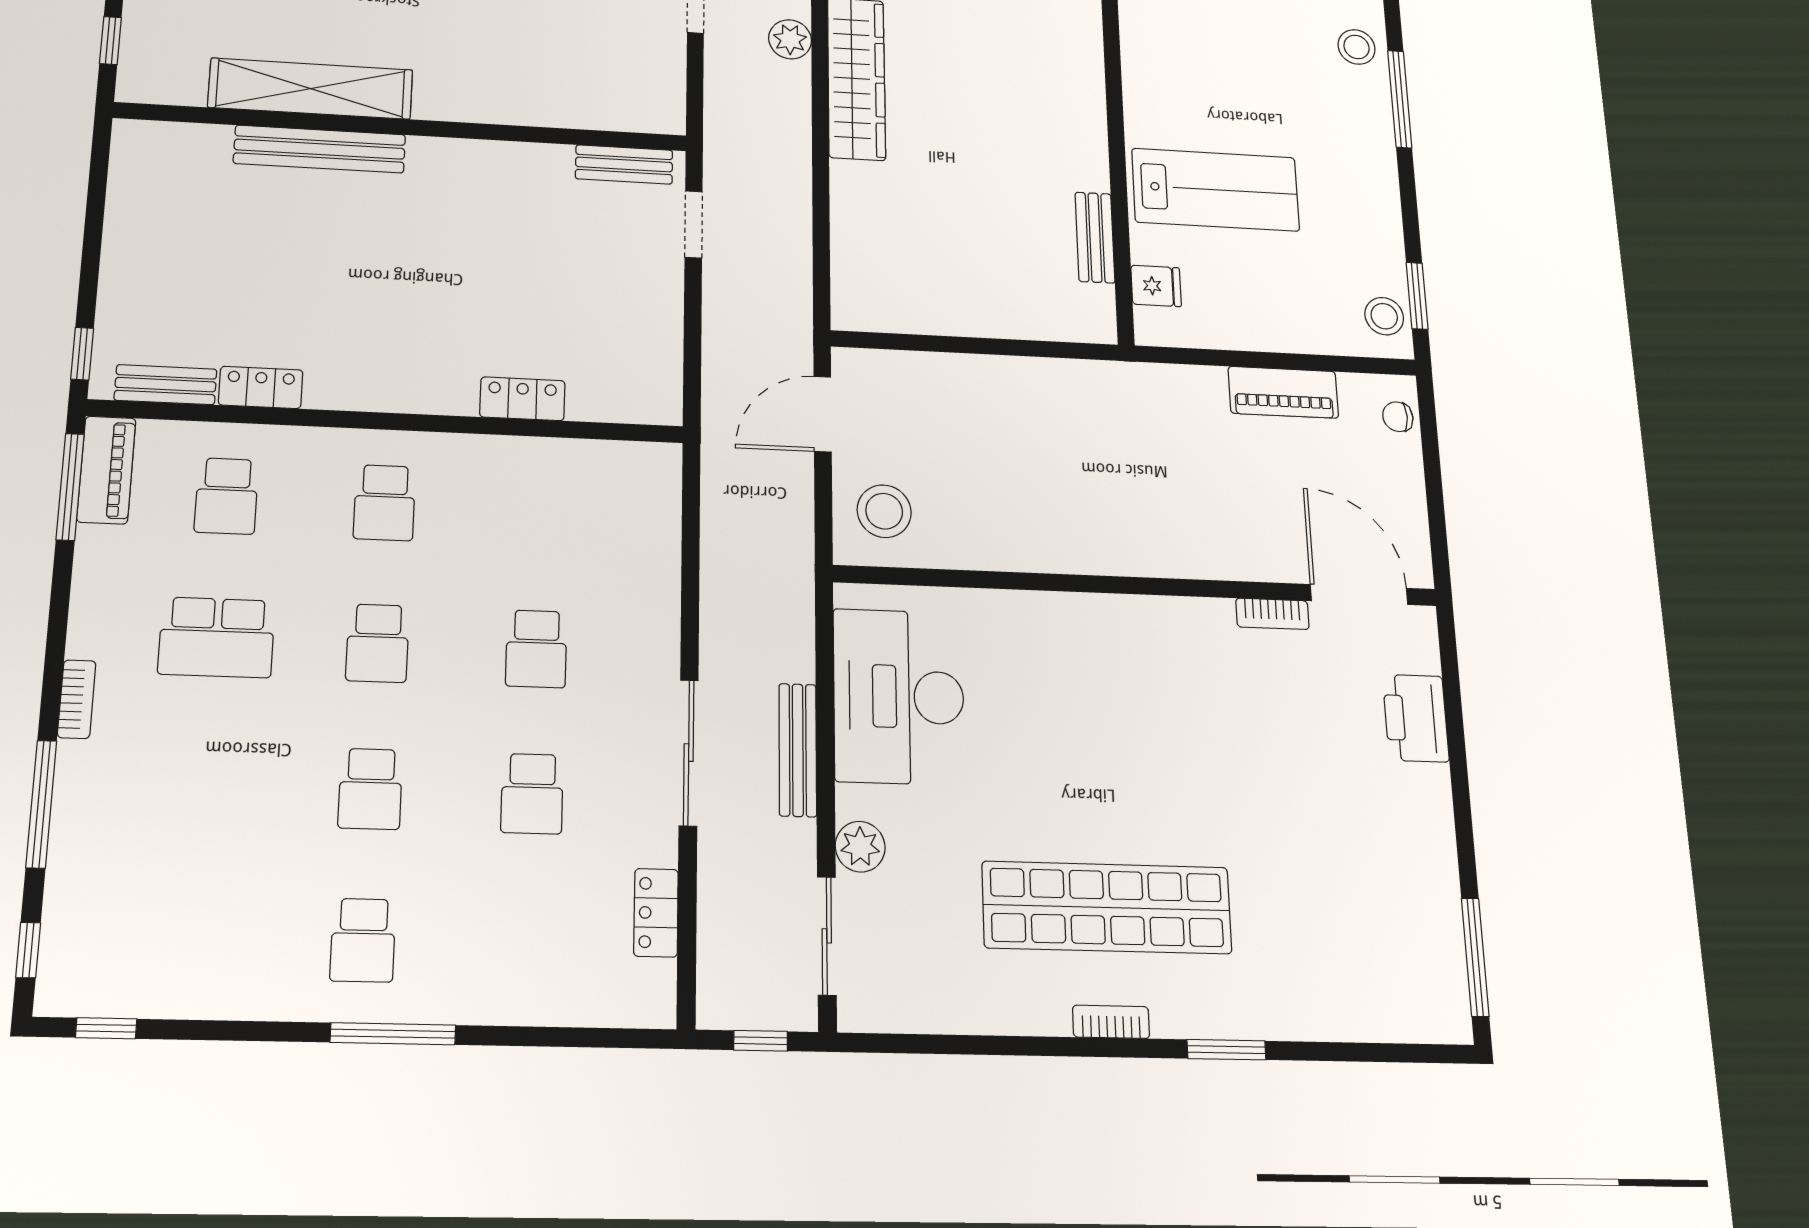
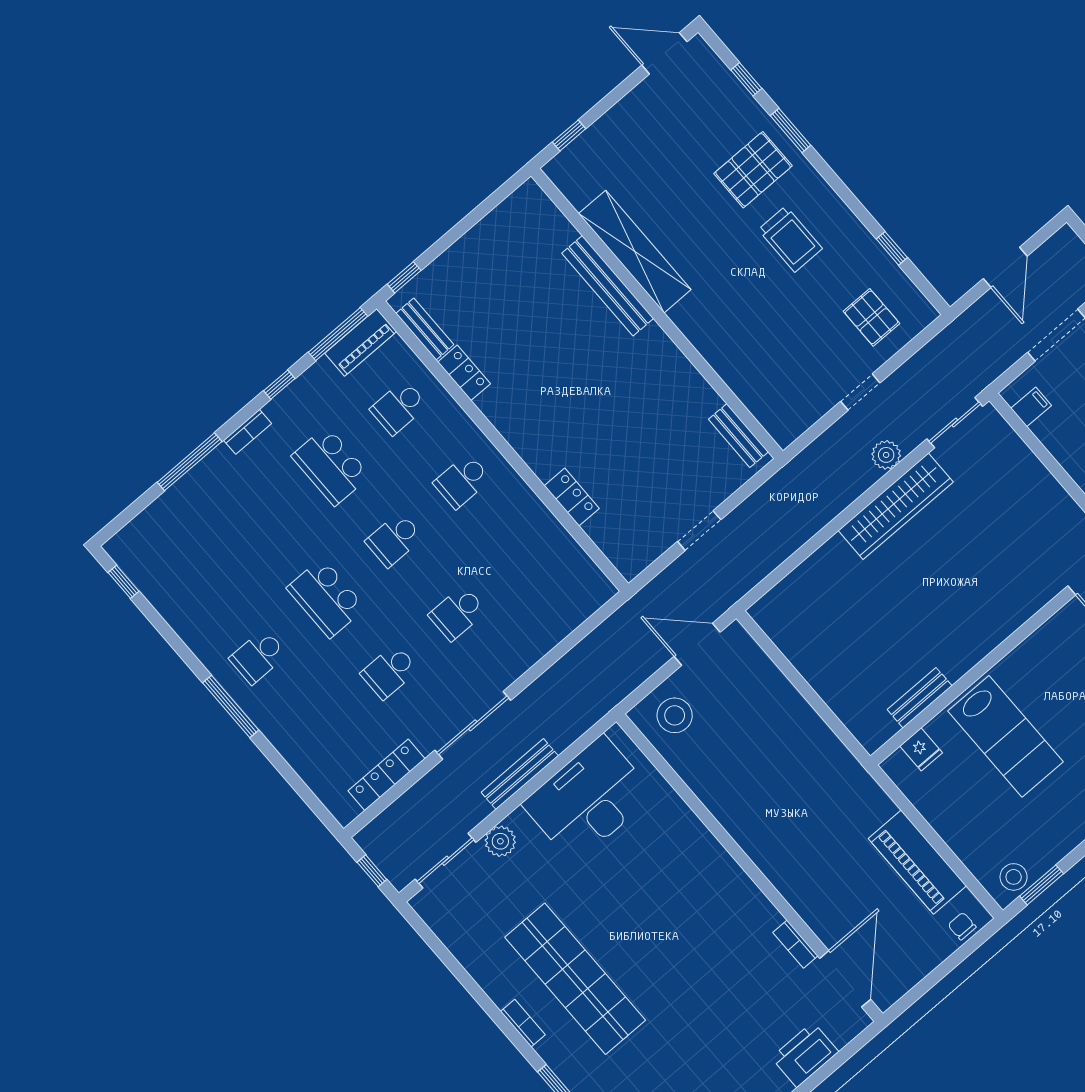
doorway: (694, 224) -> (699, 531), moved
piano: (1283, 392) -> (917, 862), width x1.37, depth x1.33
school desk: (370, 789) -> (326, 598), width x1.85
locker: (656, 913) -> (387, 775), width x1.53
window: (28, 950) -> (279, 385), moved

